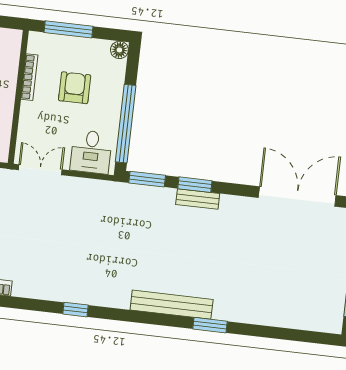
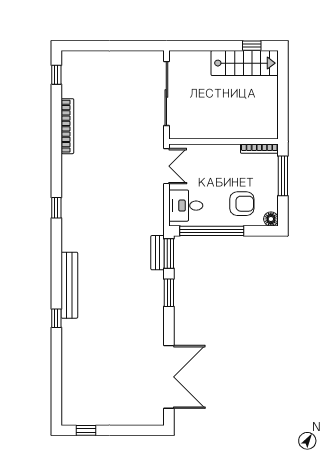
bookcase: (29, 77) -> (259, 149), moved
armchair: (75, 88) -> (242, 204), moved
bench: (198, 199) -> (157, 253), moved
window: (210, 325) -> (56, 318), width x0.67

